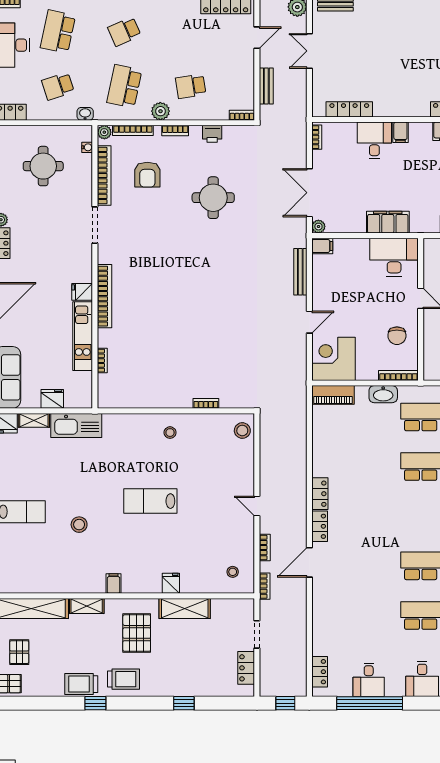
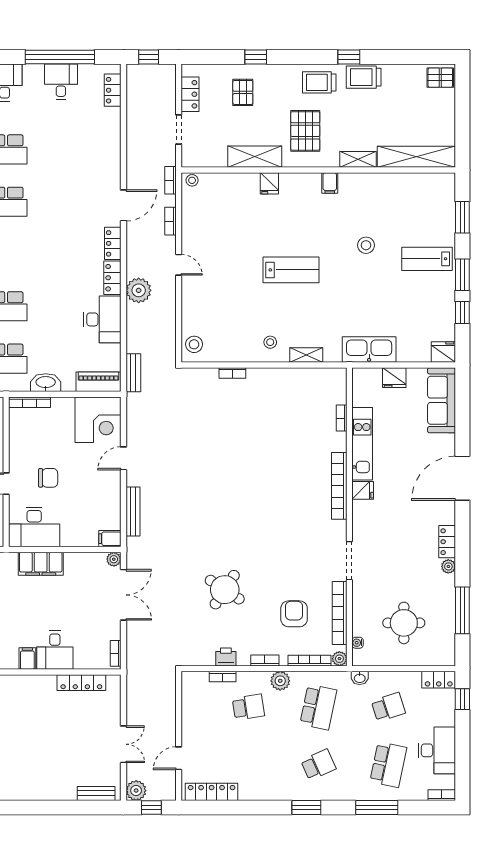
bench: (266, 86) -> (133, 373), moved
bookcase: (242, 115) -> (223, 676), moved
round table: (213, 198) -> (225, 590), turned 33
chair: (397, 336) -> (48, 478), moved, turned 90
shelving: (34, 420) -> (306, 355), moved
desk: (329, 454) -> (102, 319), added
plant: (295, 482) -> (139, 290), added
stool: (233, 572) -> (192, 180), moved
pallet: (19, 652) -> (243, 92), moved
trolley: (81, 684) -> (364, 77), turned 180

